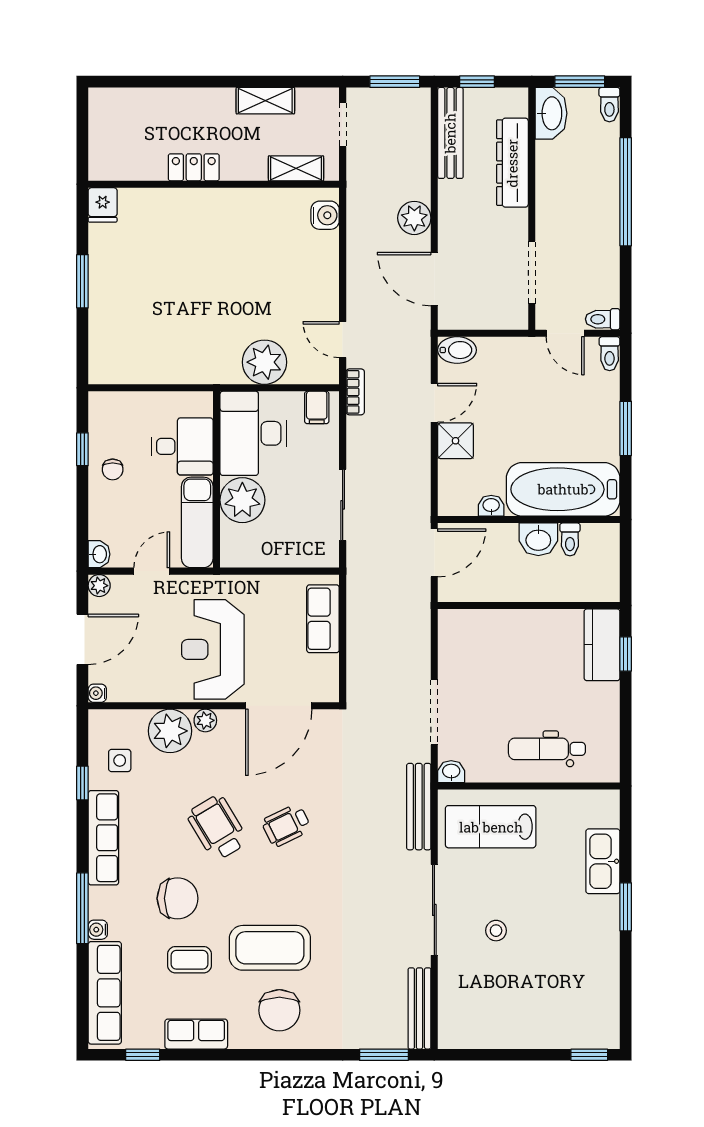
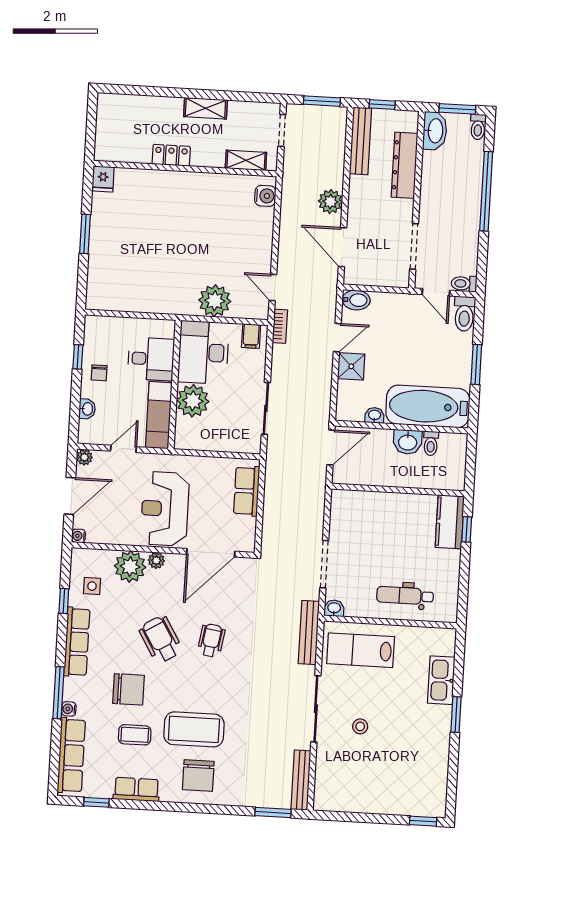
shelving: (265, 101) -> (205, 108), moved
toilet: (610, 354) -> (464, 314), width x1.37, depth x1.39
washbasin: (99, 554) -> (87, 409), moved
wheelchair: (286, 825) -> (211, 641), turned 125

